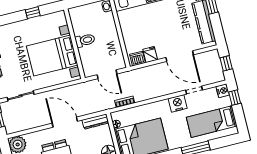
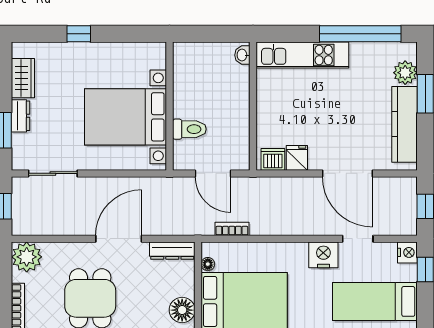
window: (33, 13) -> (79, 34), moved
toilet: (85, 40) -> (189, 129), moved
door: (65, 122) -> (119, 239), hinge flipped

